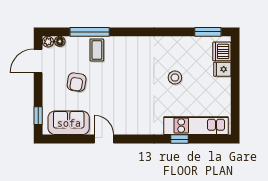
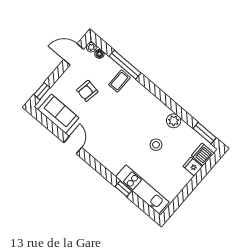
plant: (172, 44) -> (174, 121), added

